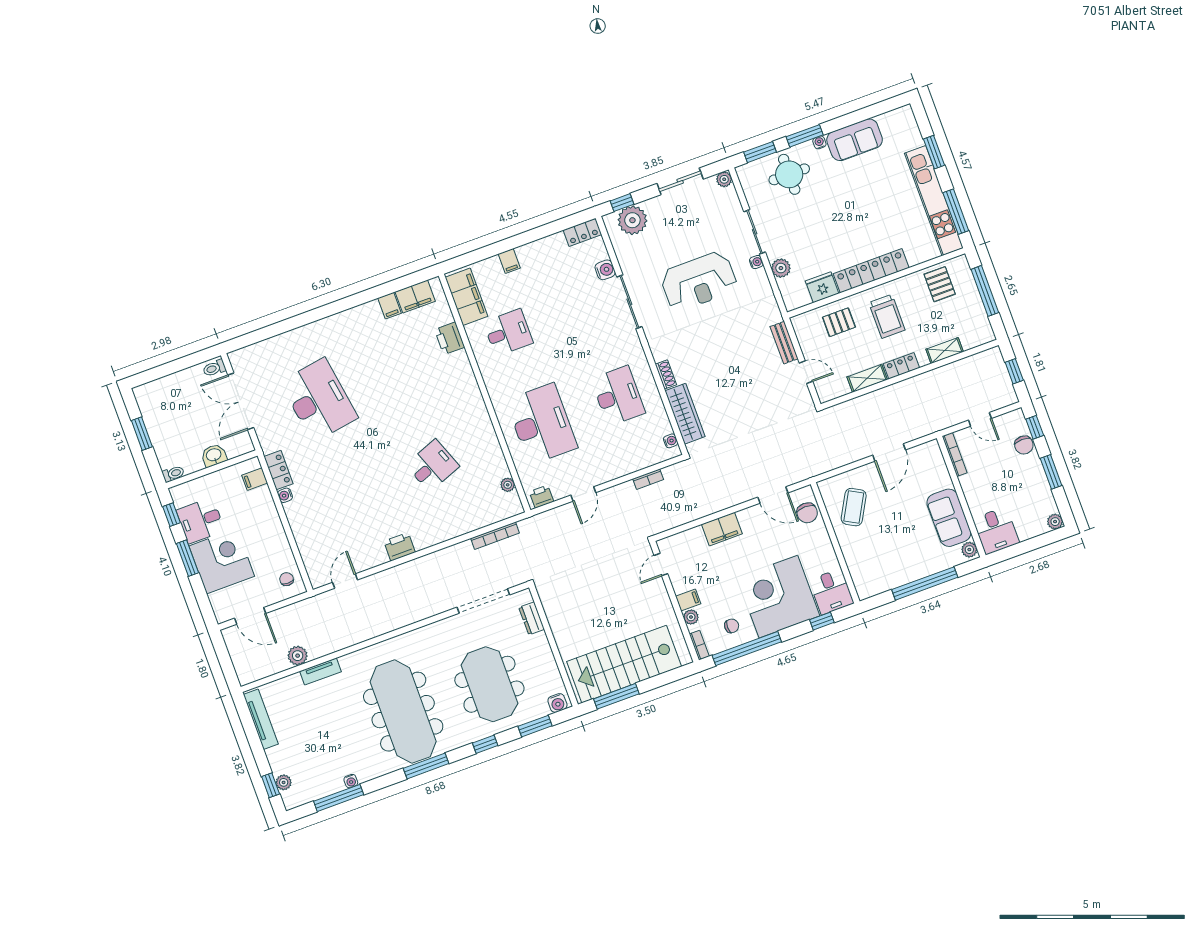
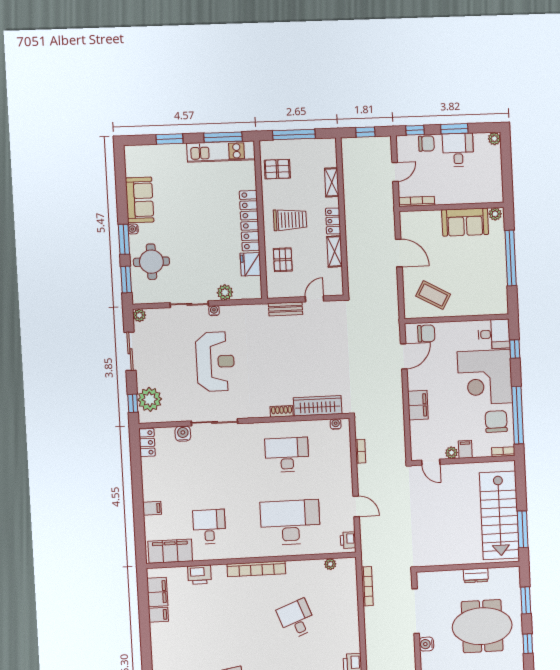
kitchen unit: (934, 201) -> (221, 151), width x0.73
bookcase: (476, 401) -> (256, 569), added
desk: (996, 531) -> (458, 150), moved, turned -90
plant: (691, 617) -> (451, 453), moved
dresser: (532, 618) -> (476, 575), moved
chair: (732, 626) -> (496, 421), width x1.87, depth x1.87
water cooler: (557, 703) -> (426, 644), moved, turned 180

